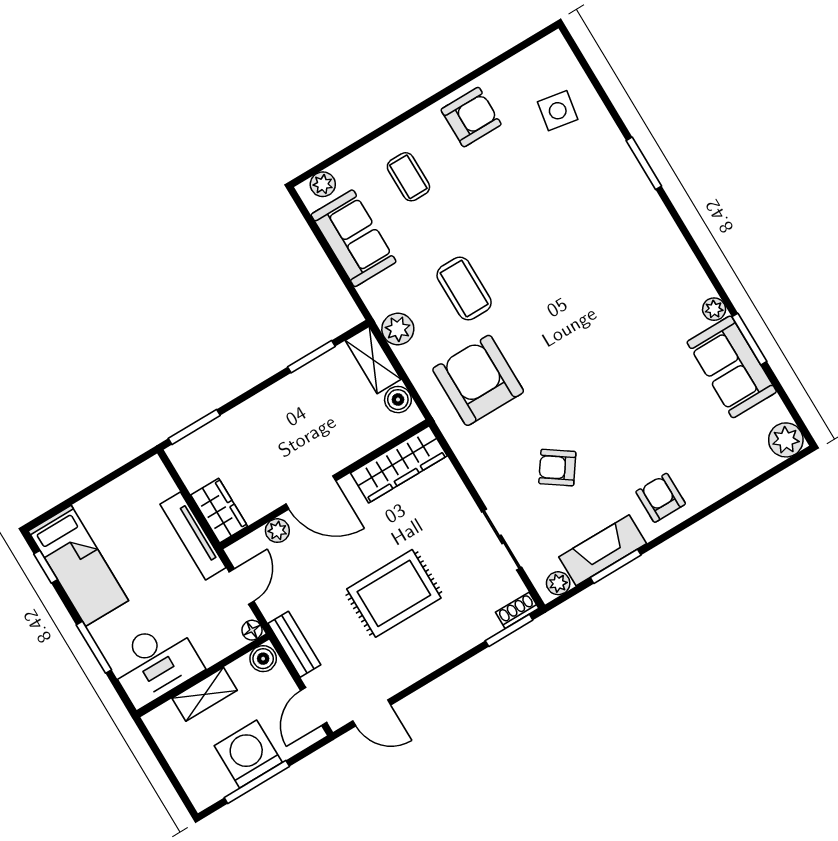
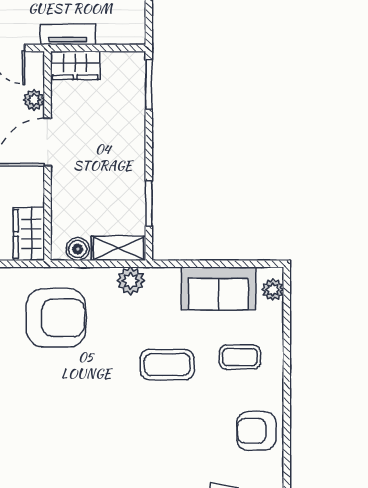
armchair: (471, 117) -> (256, 431), turned 90
coffee table: (464, 289) -> (167, 365), moved
wardrobe: (399, 464) -> (29, 234), width x0.67
tv unit: (193, 536) -> (68, 34), width x0.71

